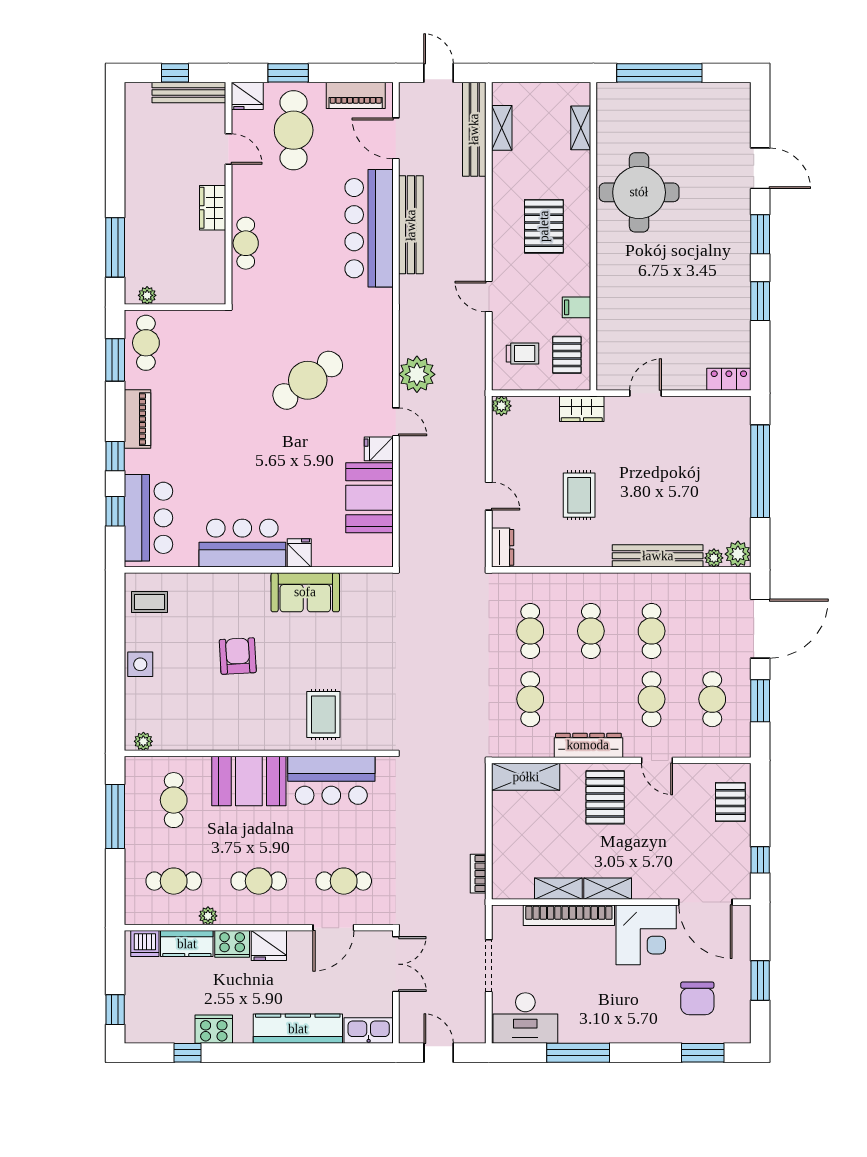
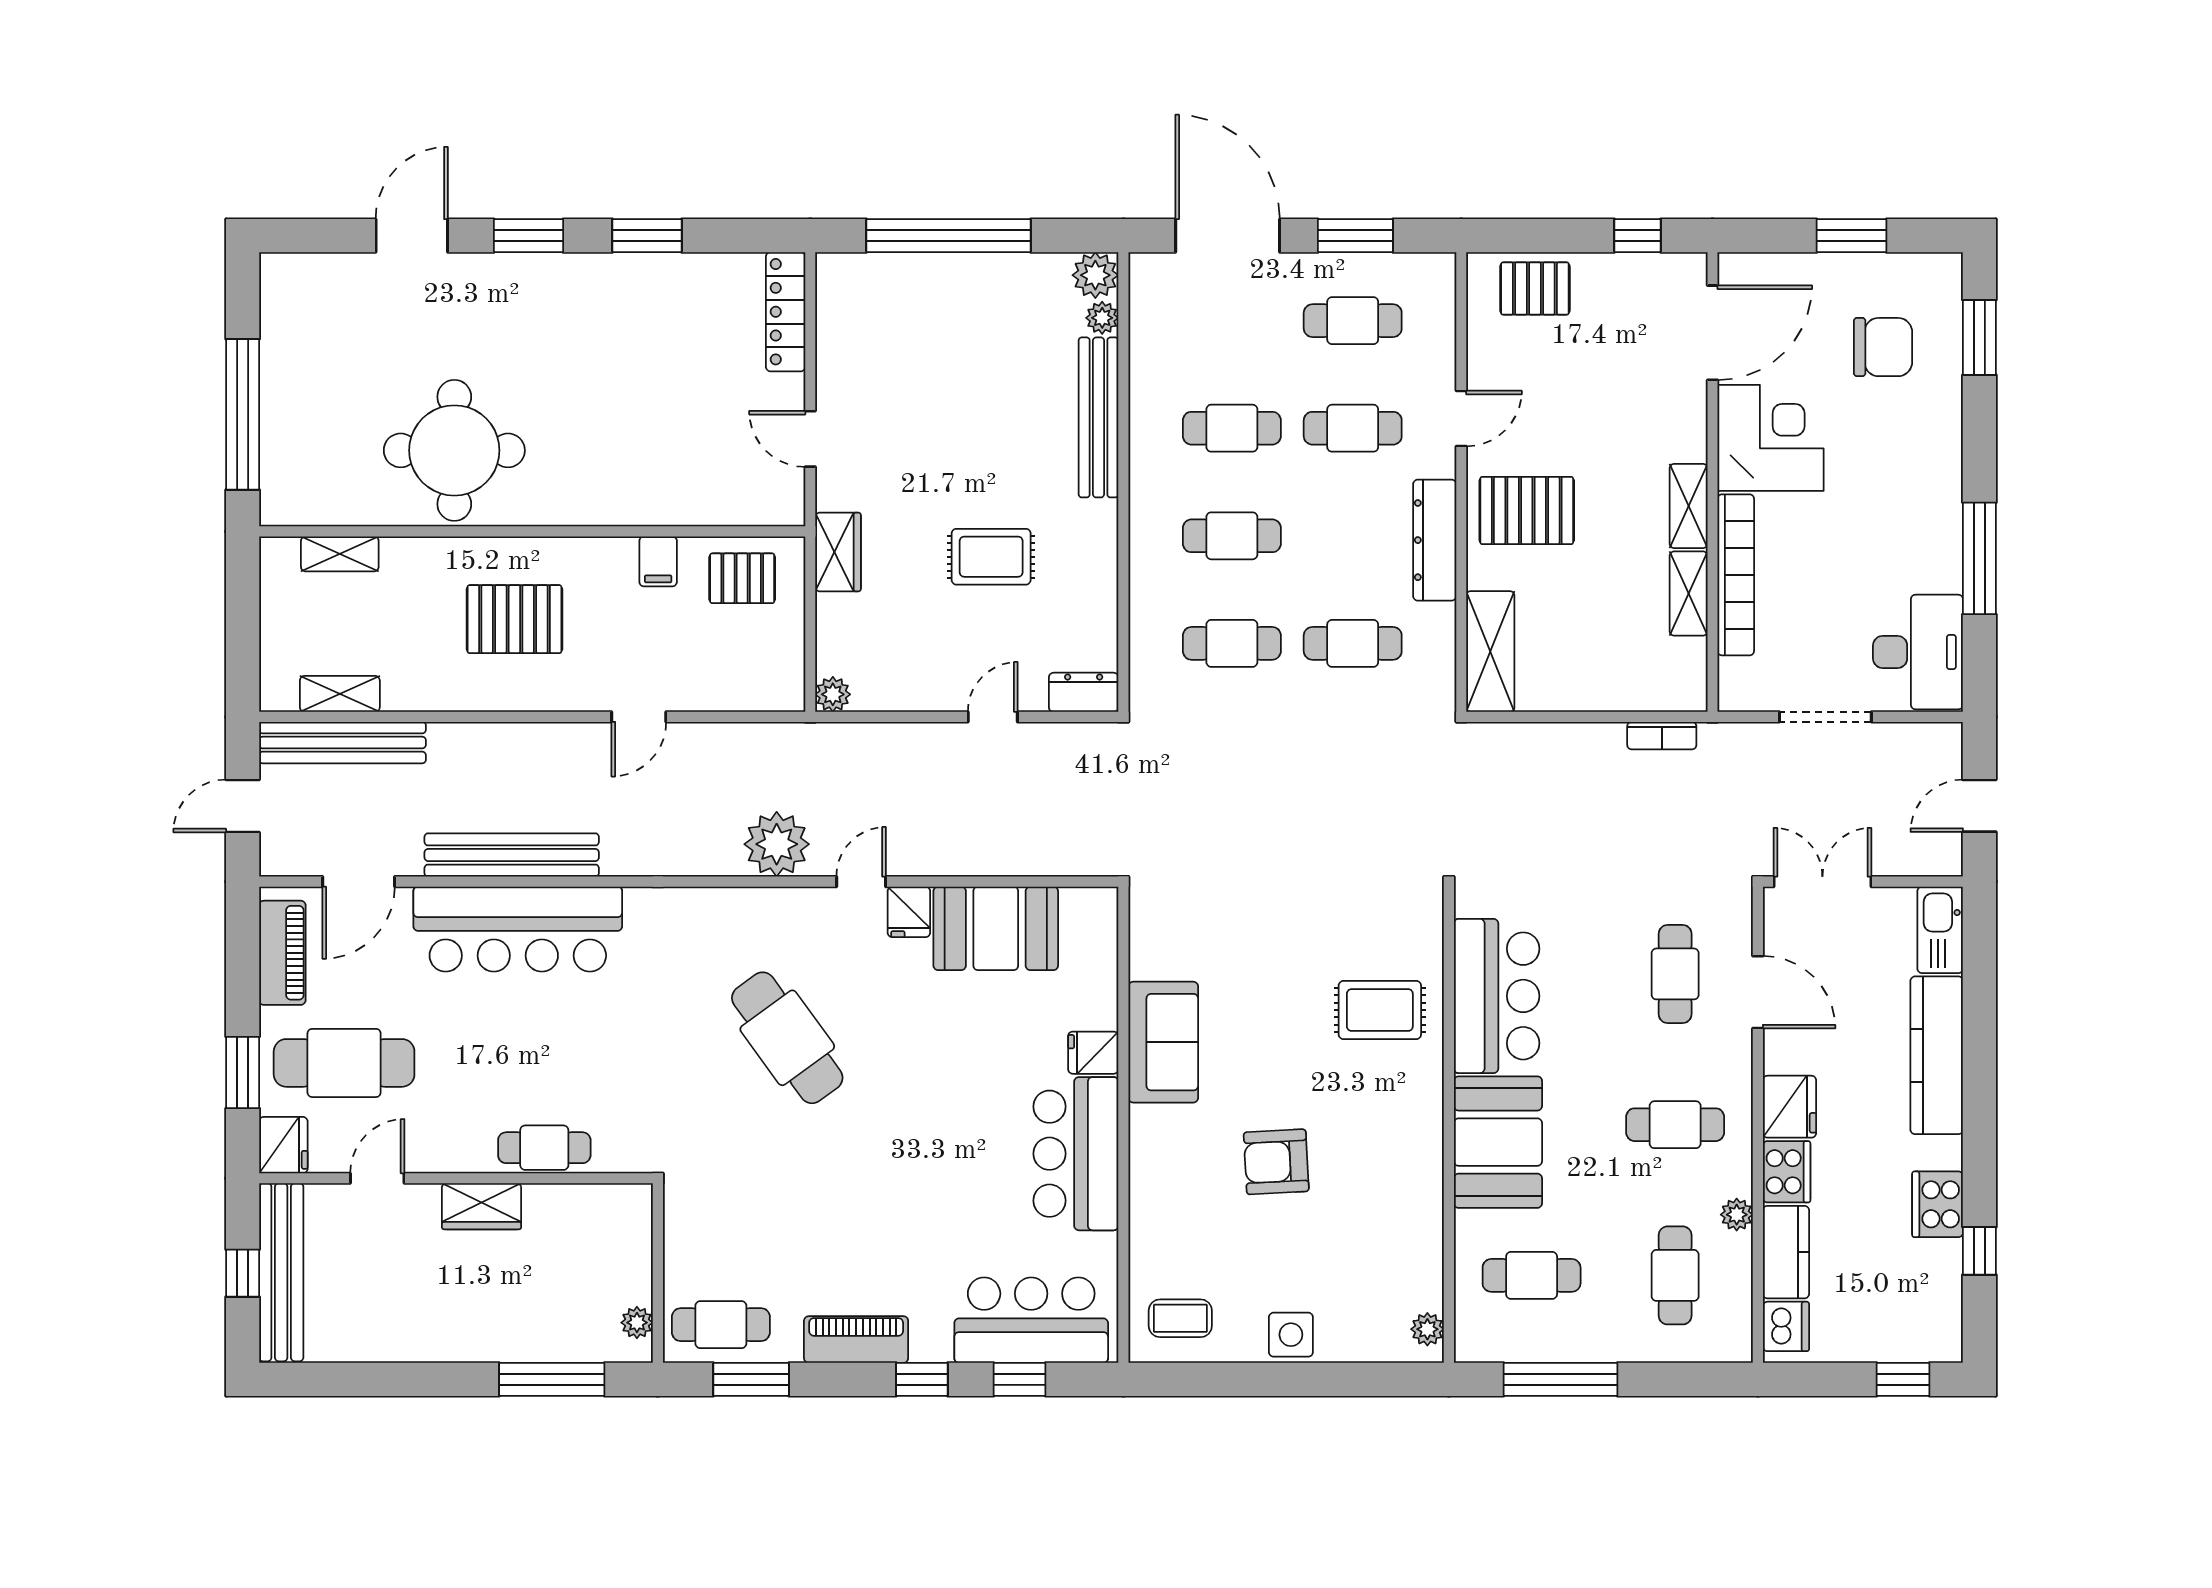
bench: (189, 93) -> (281, 1272), width x1.37, depth x1.21
trolley: (522, 354) -> (740, 657), removed
locker: (729, 379) -> (786, 312), width x1.53
coffee table: (150, 602) -> (1180, 1318), turned 90
cafe table: (259, 881) -> (1675, 1125), turned 90

